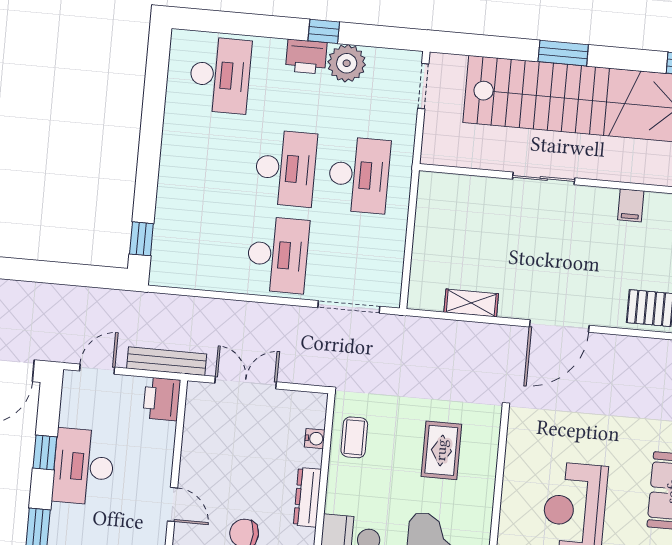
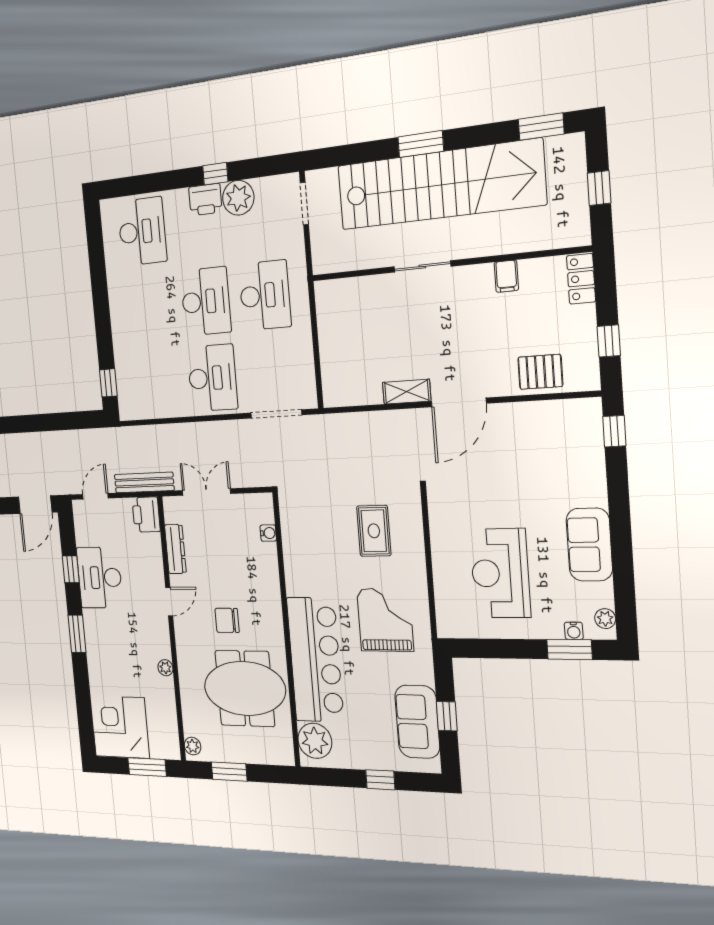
shelving: (471, 303) -> (407, 392), moved
coffee table: (354, 437) -> (300, 528), removed
dresser: (307, 497) -> (175, 549), moved, turned 180
door: (173, 504) -> (169, 602), hinge flipped

